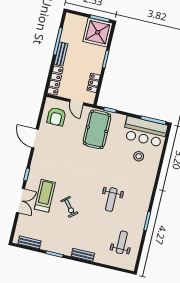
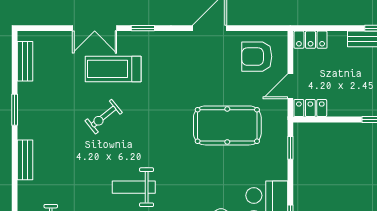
locker: (55, 81) -> (311, 40), width x0.66
locker: (94, 83) -> (310, 108), moved
pool table: (97, 129) -> (227, 125), moved
treadmill: (45, 196) -> (113, 69), turned 180

